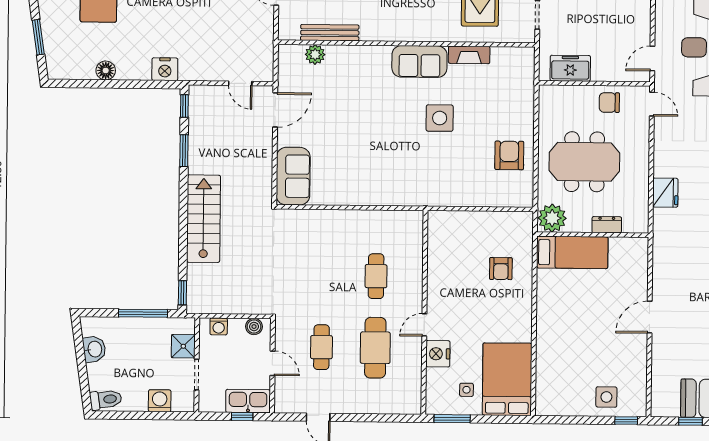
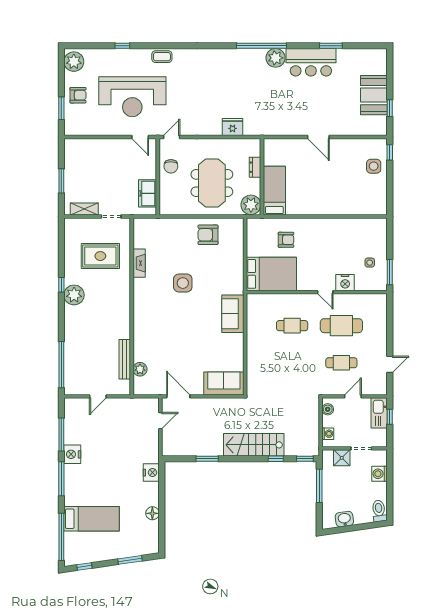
sofa: (419, 61) -> (233, 314), moved, turned 180
window: (184, 106) -> (276, 459), moved
bed: (507, 379) -> (271, 274), moved, turned 180

